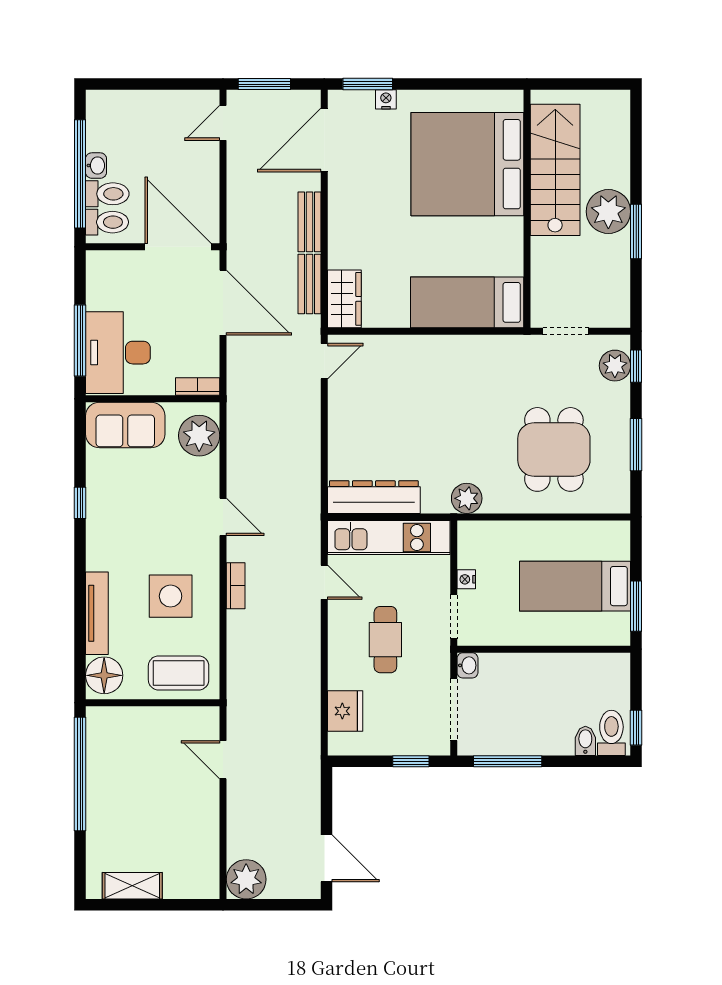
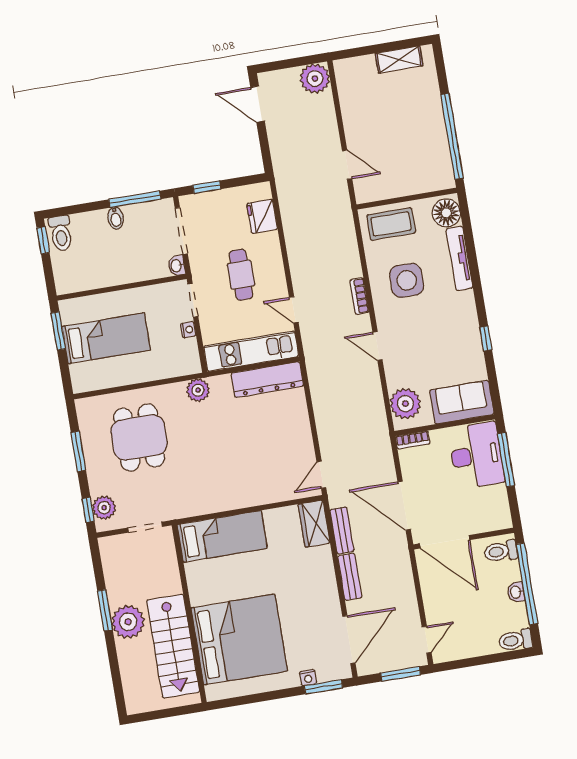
toilet: (107, 194) -> (515, 640), moved
bidet: (585, 741) -> (116, 218), moved

